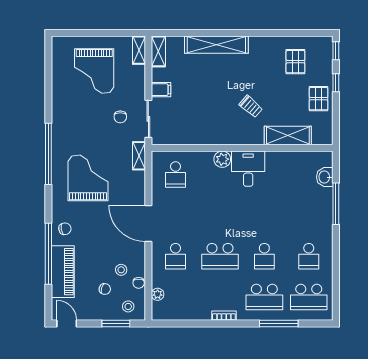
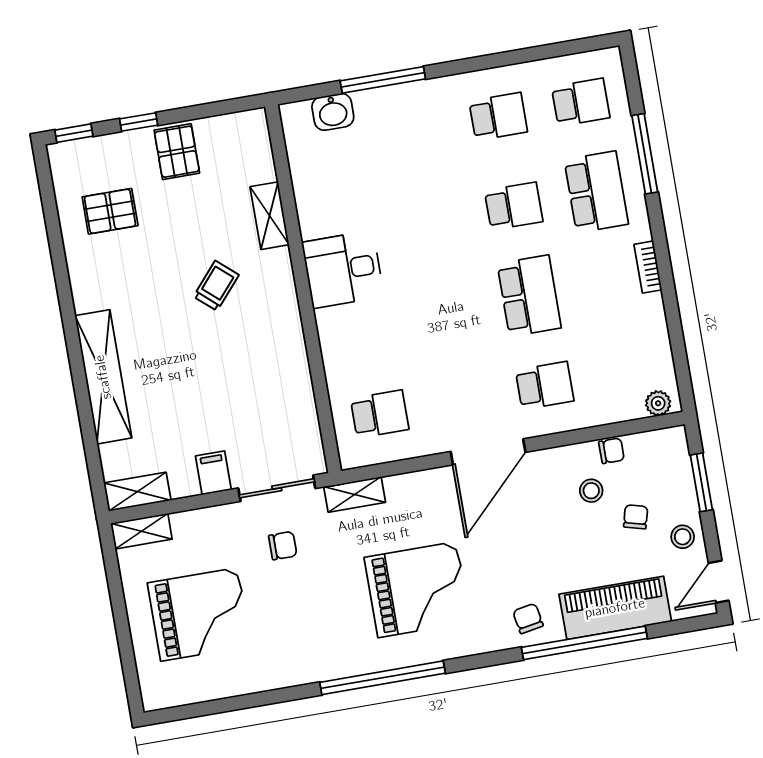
pallet: (319, 99) -> (177, 152), turned 90
shelving: (288, 136) -> (269, 216), width x0.67, depth x0.75
plant: (222, 159) -> (333, 325), removed
grand piano: (88, 178) -> (417, 590), turned 180
plant: (158, 294) -> (658, 403), moved
school desk: (309, 297) -> (581, 102), width x0.54
stool: (128, 306) -> (683, 537), moved

